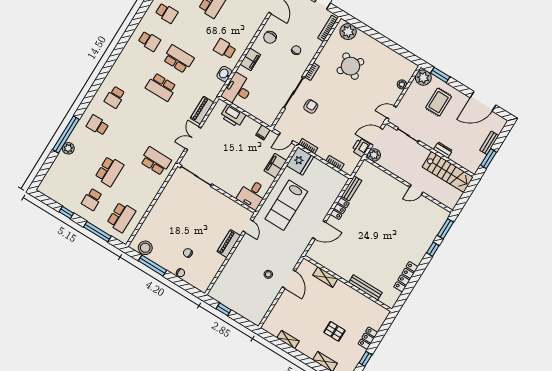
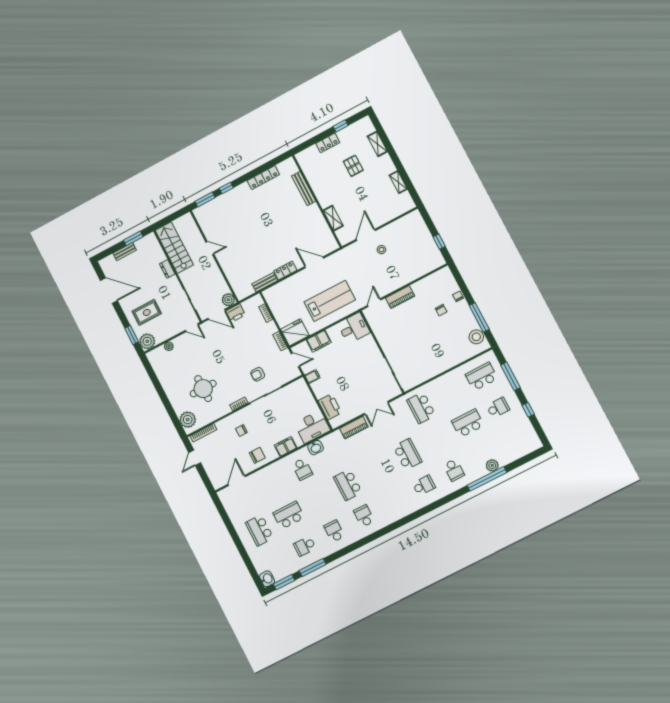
round table: (350, 66) -> (203, 389), turned -35
school desk: (161, 87) -> (408, 454), moved

